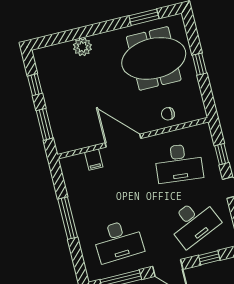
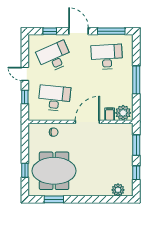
plant: (82, 47) -> (118, 190), moved
window: (200, 64) -> (25, 170), moved
door: (123, 141) -> (87, 122), swing flipped
plant: (75, 166) -> (123, 113), added

